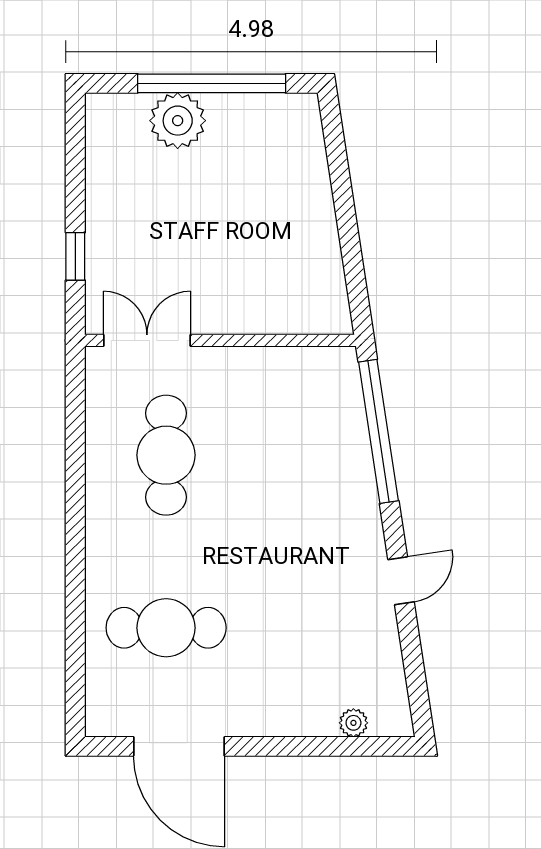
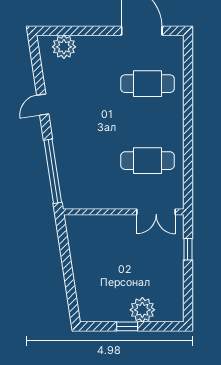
window: (212, 83) -> (127, 326), width x0.32
cafe table: (166, 455) -> (148, 161), turned 90
plant: (353, 723) -> (64, 47), width x1.88, depth x1.88

